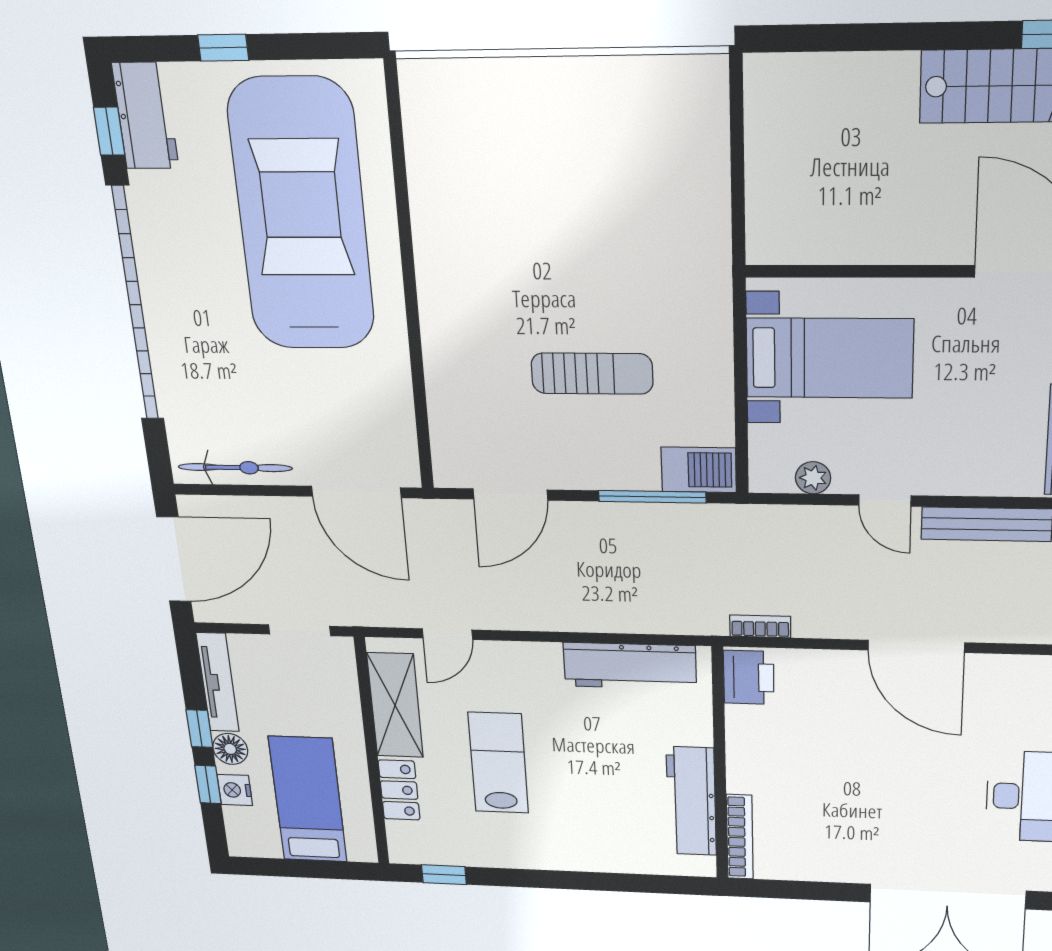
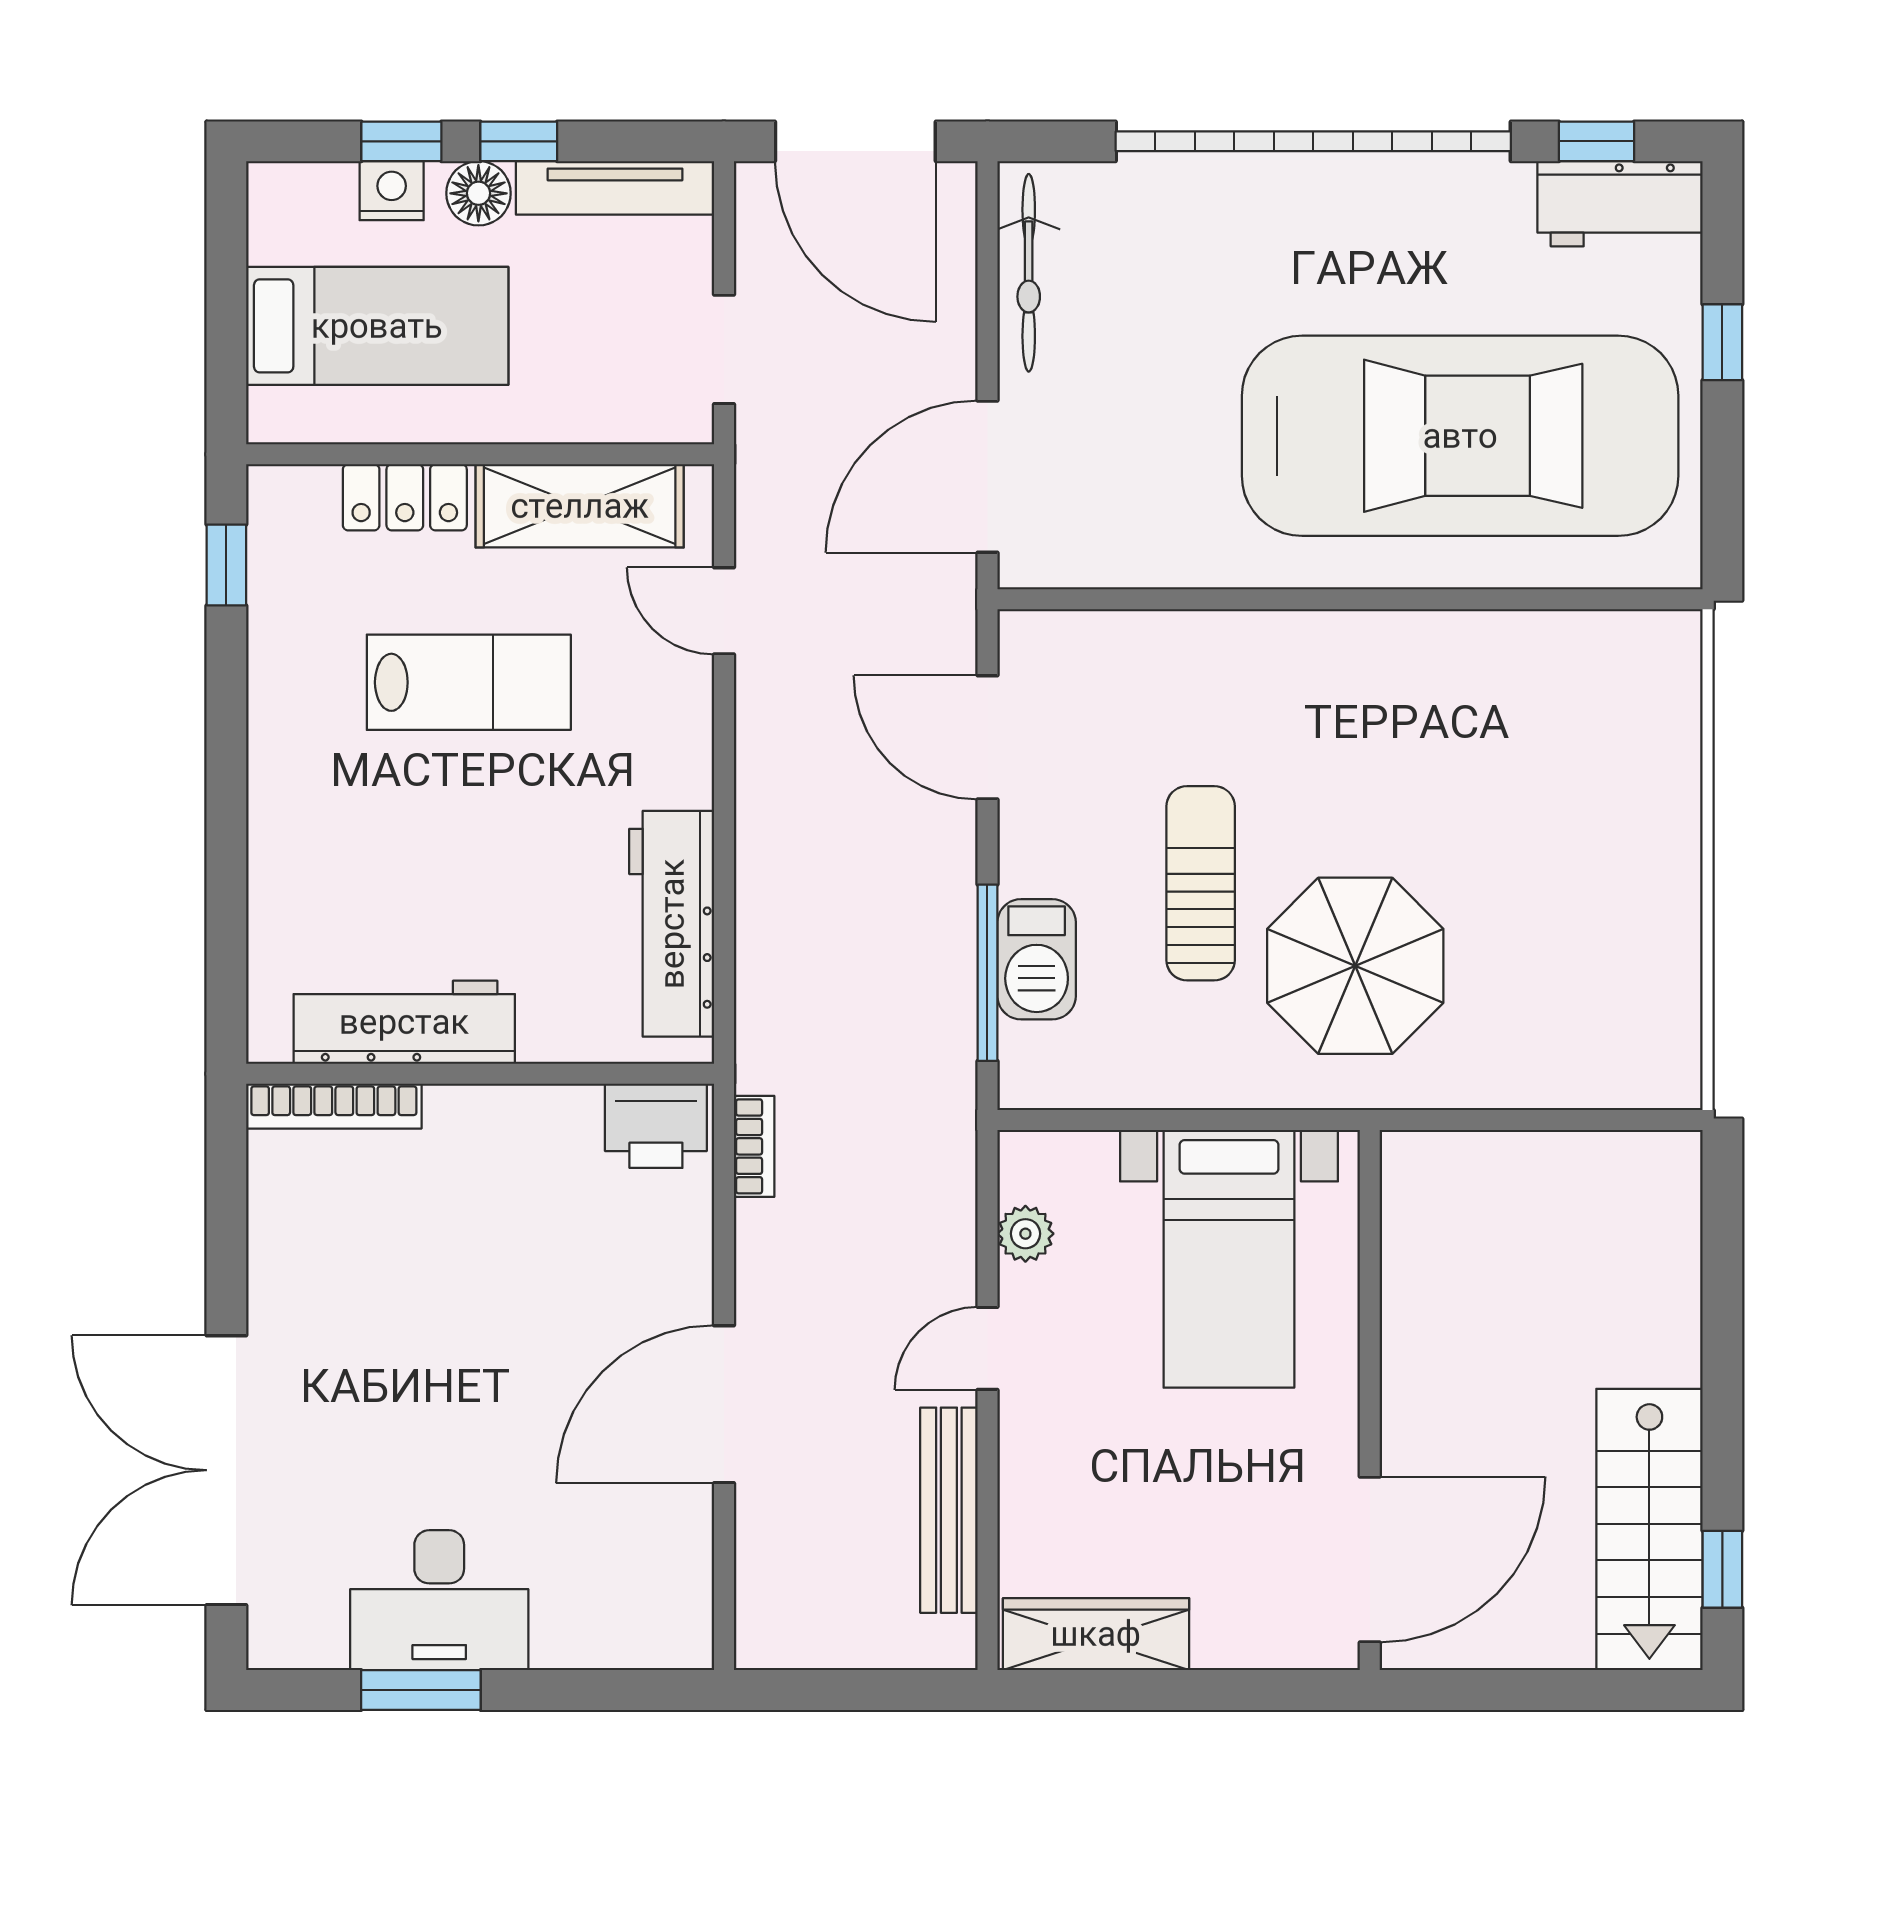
parasol: (640, 280) -> (1355, 966), added
sun lounger: (592, 374) -> (1201, 883), turned 180
barbecue: (699, 470) -> (1037, 959), moved

